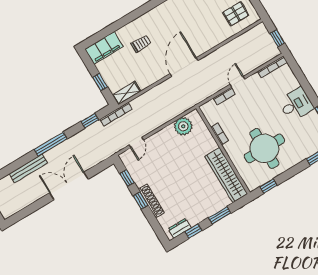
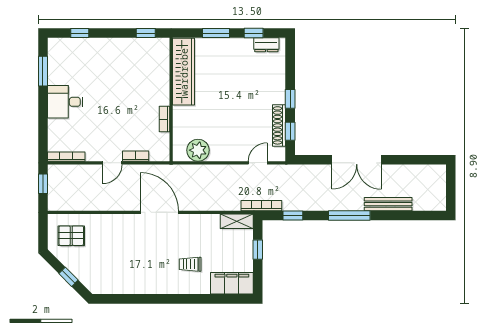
door: (184, 67) -> (160, 212), swing flipped
round table: (264, 148) -> (126, 75), removed
shoe rack: (151, 201) -> (279, 125), moved

